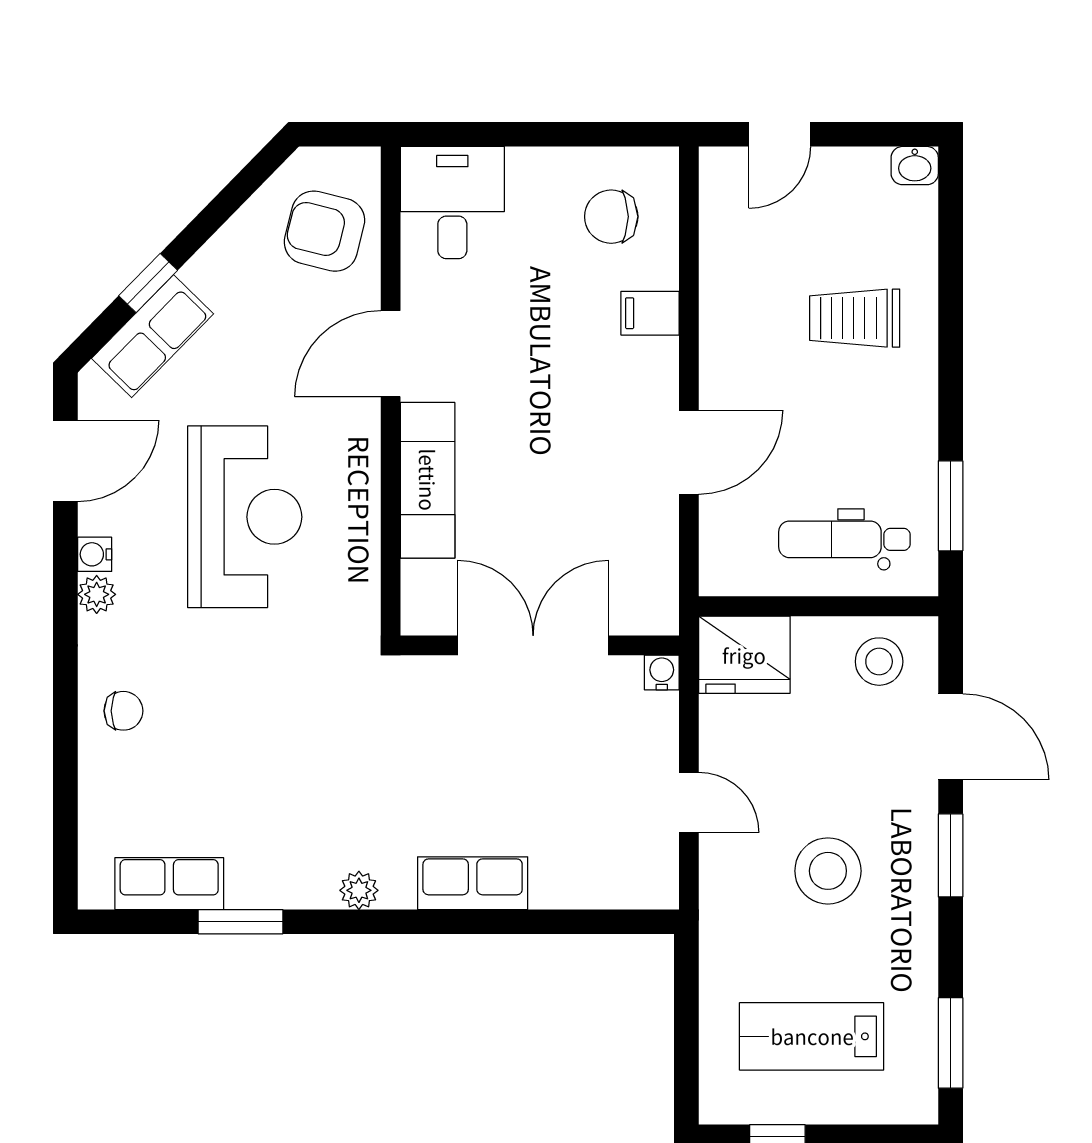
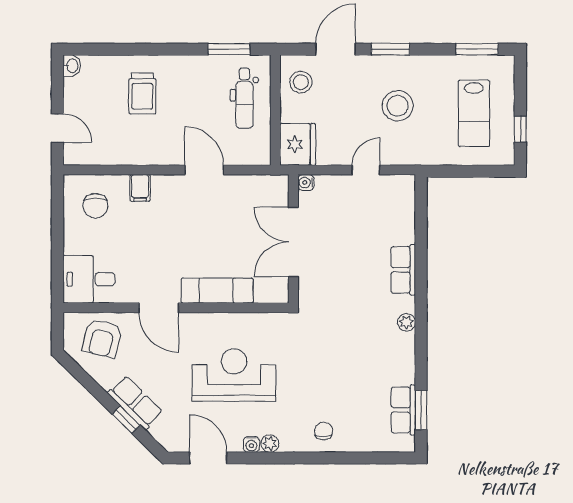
row of seats: (153, 336) -> (135, 403), moved
window: (241, 922) -> (421, 410), moved

